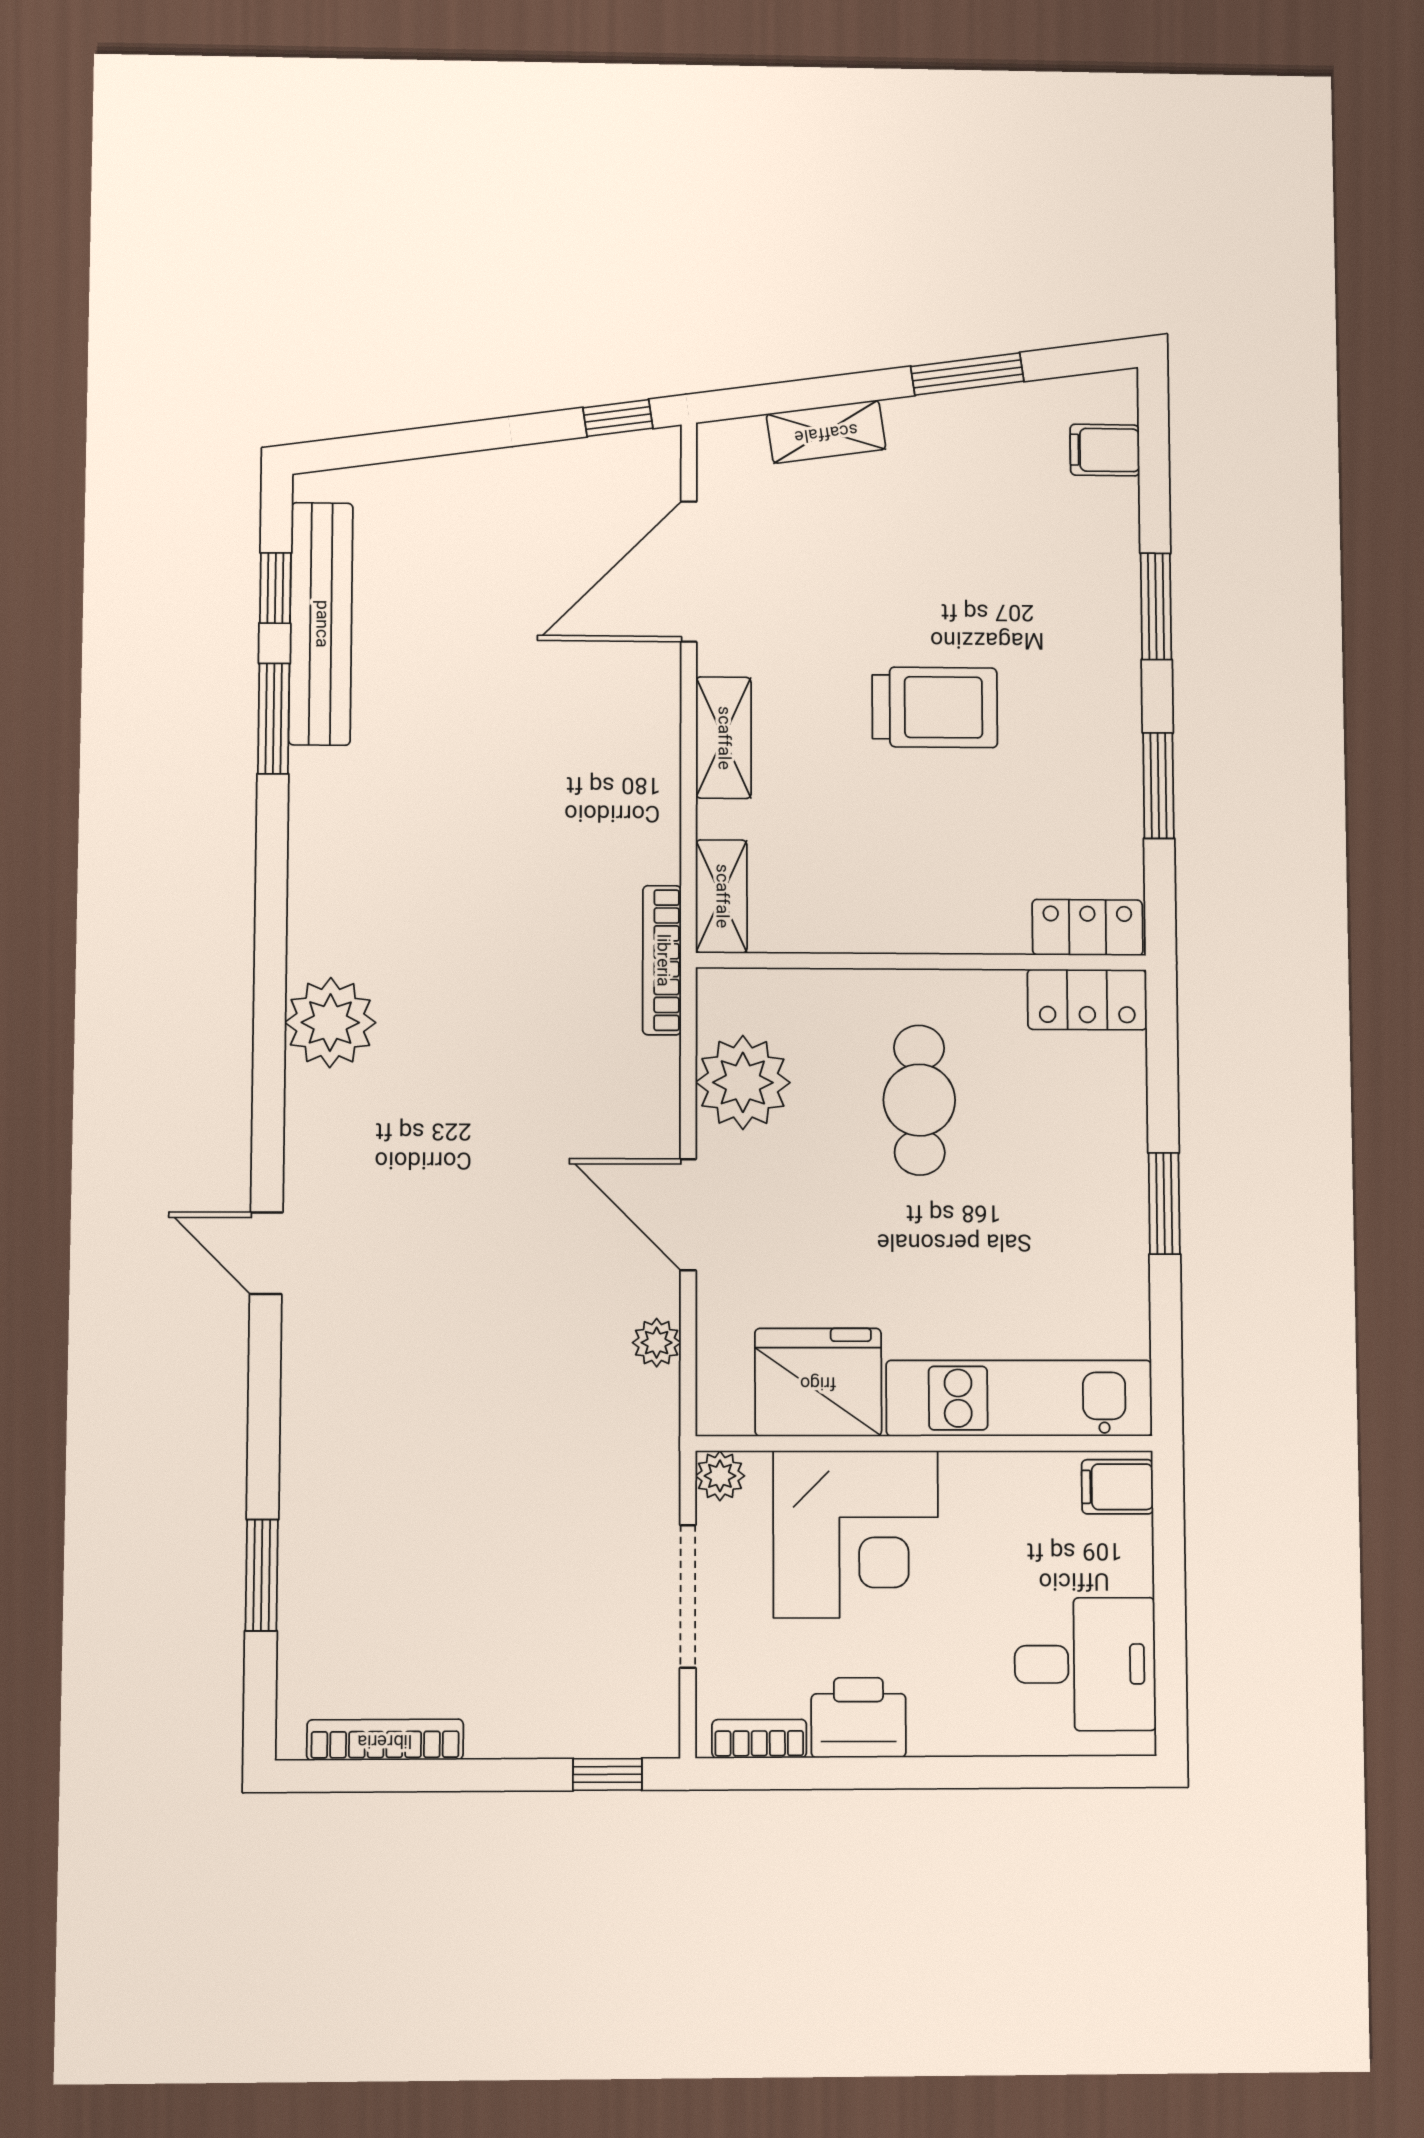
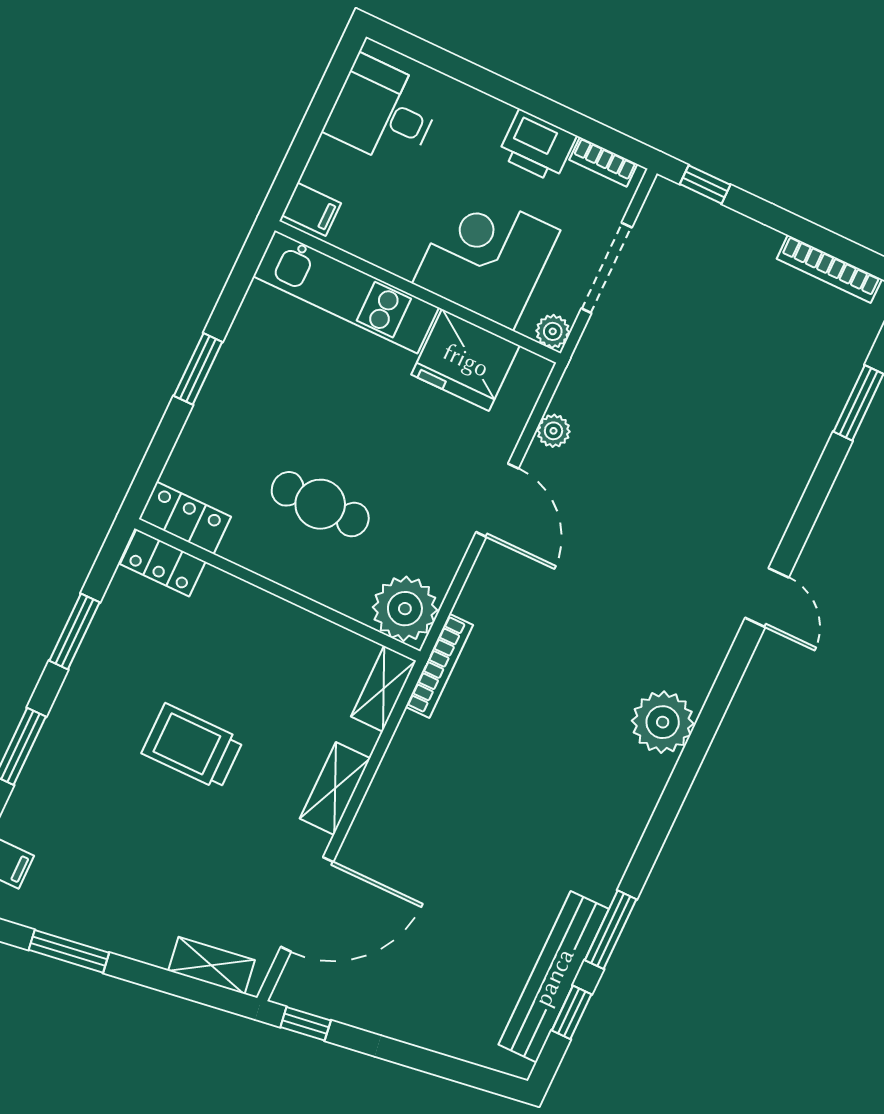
shelving: (826, 432) -> (212, 965), moved
plant: (743, 1082) -> (405, 609), moved
cafe table: (919, 1100) -> (320, 504), turned 90

